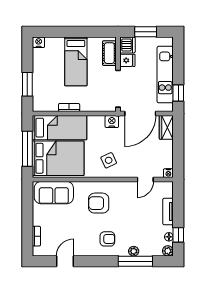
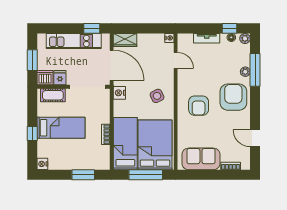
window: (70, 32) -> (32, 134), added
sofa: (54, 193) -> (201, 159), moved, turned -90
armchair: (107, 239) -> (233, 97), width x1.88, depth x1.88

